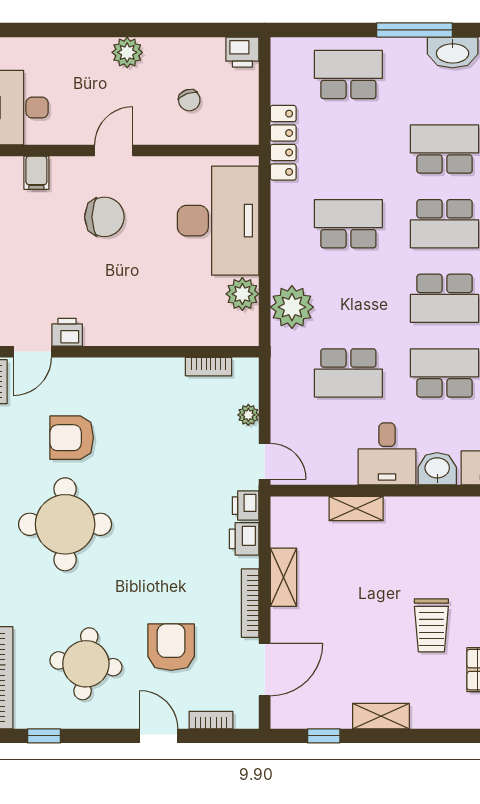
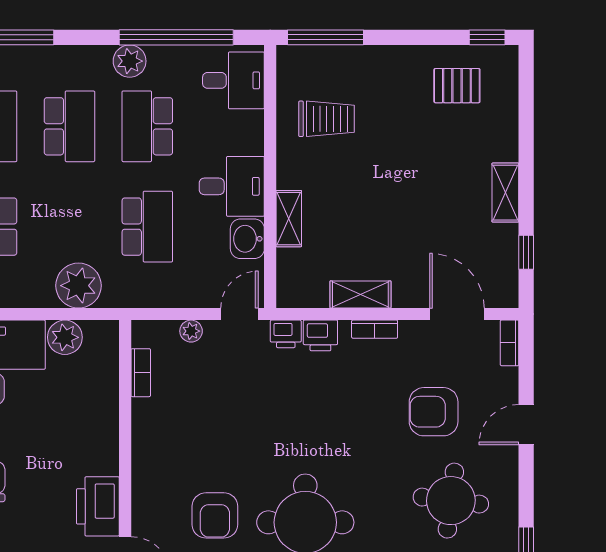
printer: (67, 332) -> (98, 506), width x1.87, depth x1.48
washbasin: (437, 469) -> (247, 239), moved
bookcase: (250, 603) -> (375, 329), width x0.64
trolley: (431, 625) -> (326, 119), moved
bookcase: (211, 720) -> (510, 343), moved

